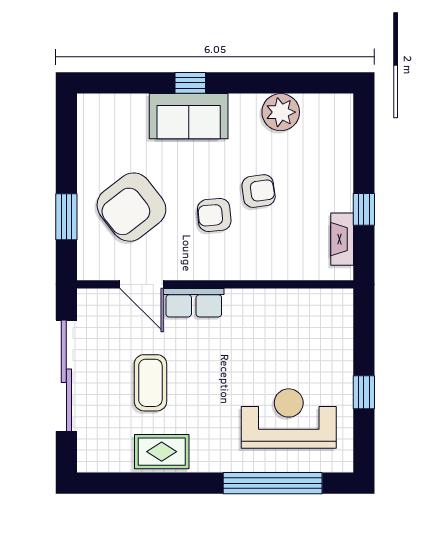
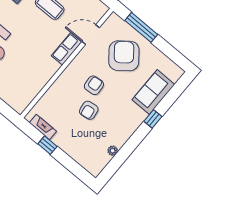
plant: (281, 112) -> (113, 151), width x0.53, depth x0.53
sofa: (189, 116) -> (153, 92), moved
window: (66, 217) -> (141, 27), width x1.44

